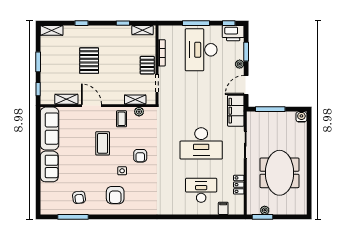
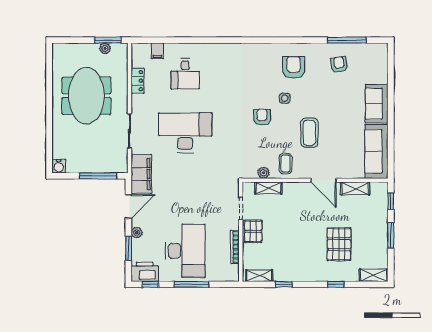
pallet: (89, 61) -> (339, 244), moved
desk: (201, 190) -> (185, 74), width x0.73

